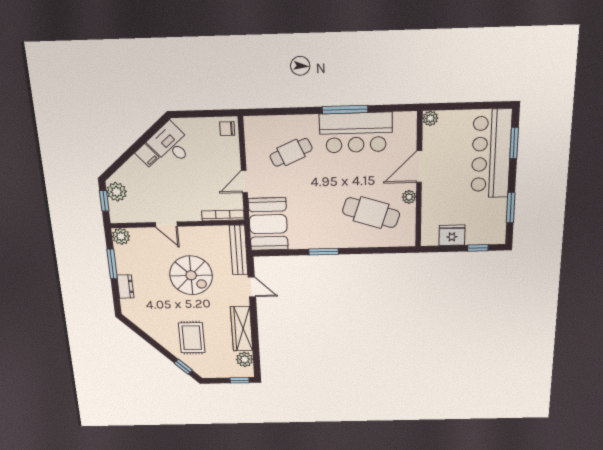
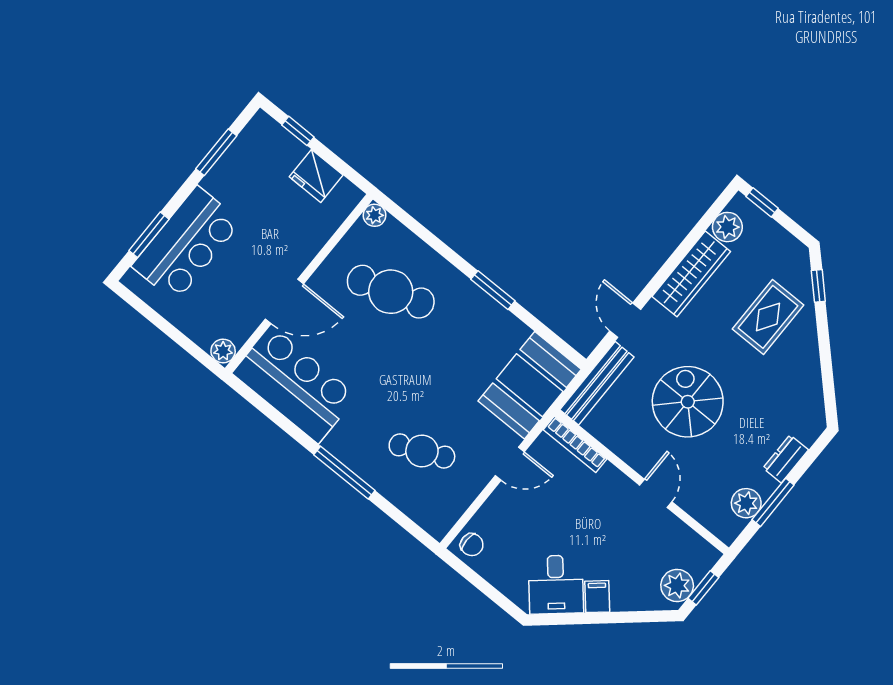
window: (345, 110) -> (344, 473), moved
bar counter: (356, 133) -> (295, 384), moved
bar counter: (491, 154) -> (186, 244), width x0.73
plant: (409, 197) -> (375, 215), moved
cafe table: (371, 213) -> (391, 292), turned -36
plant: (121, 236) -> (746, 503), moved

